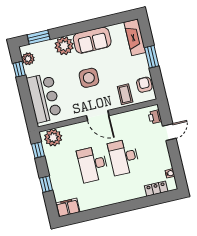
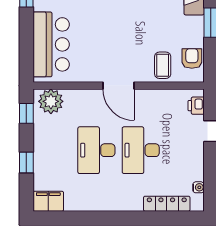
side table: (89, 78) -> (119, 31), removed
locker: (156, 189) -> (167, 204), width x1.53

